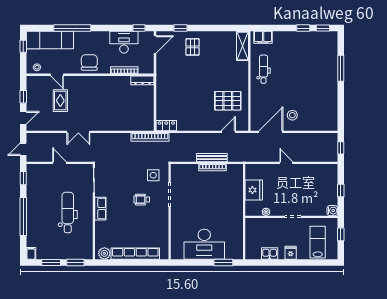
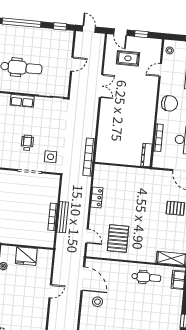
rug: (60, 101) -> (128, 58), moved
locker: (166, 126) -> (97, 197), moved
double door: (78, 132) -> (101, 86), swing flipped

